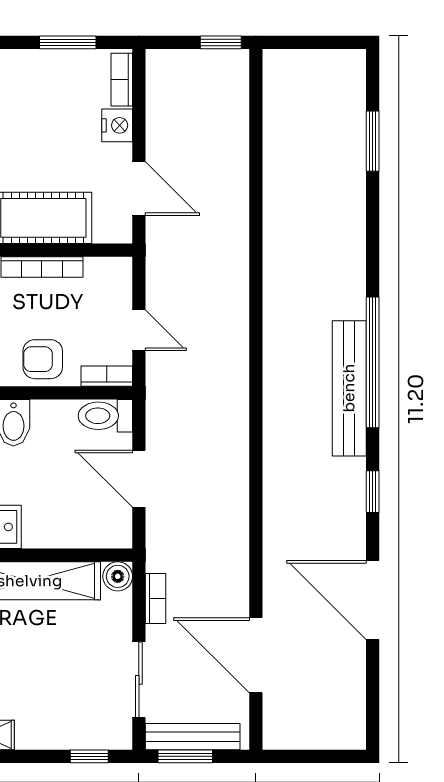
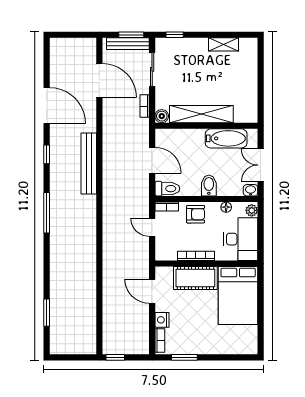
window: (373, 362) -> (47, 213), width x0.68
bench: (349, 388) -> (89, 163), moved

